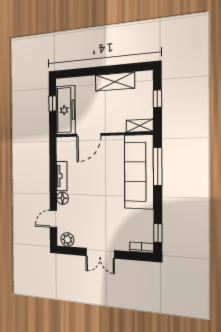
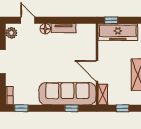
window: (53, 103) -> (111, 20), moved
door: (89, 135) -> (97, 71), moved
window: (158, 166) -> (72, 108), width x0.46

